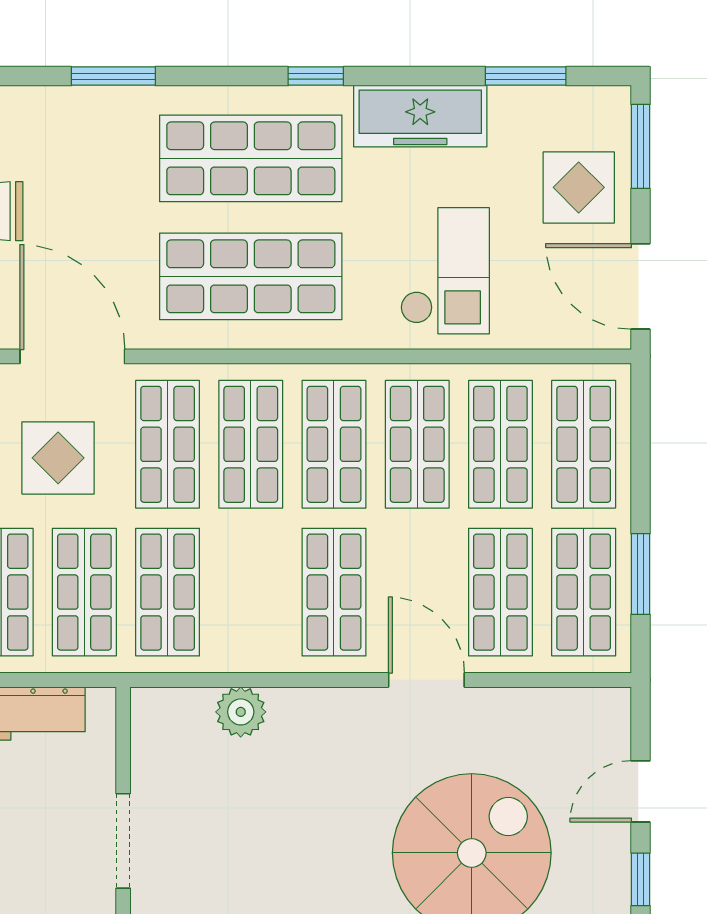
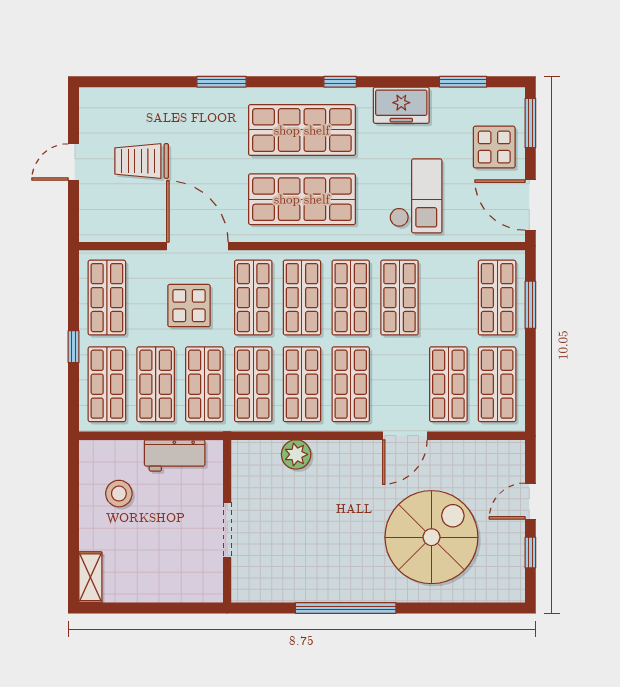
freezer: (420, 116) -> (401, 105), width x0.71
shop shelf: (500, 444) -> (302, 384), moved
window: (640, 574) -> (530, 305), moved
door: (426, 680) -> (405, 436), swing flipped

